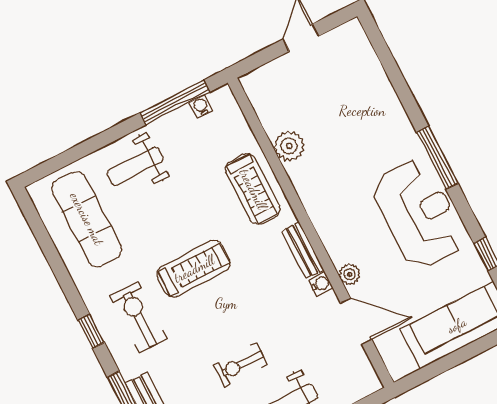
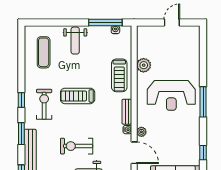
weight bench: (135, 166) -> (75, 41), turned -90
reception desk: (418, 214) -> (171, 95), moved, turned 90
exercise mat: (87, 219) -> (44, 52), width x0.73, depth x0.69
treadmill: (194, 269) -> (78, 96), turned 180
exercise bike: (241, 365) -> (77, 146), width x1.38, depth x1.39

